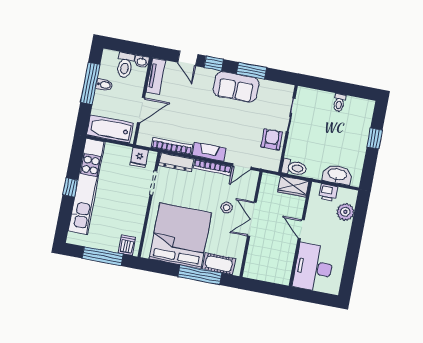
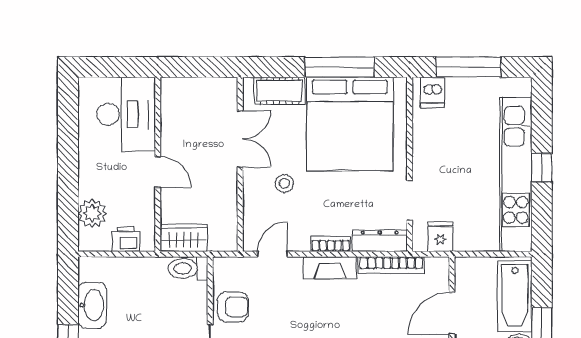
bathtub: (110, 129) -> (515, 296), moved, turned 90
armchair: (272, 139) -> (233, 307), turned -89
bookcase: (212, 167) -> (331, 244), width x0.64
washbasin: (337, 175) -> (92, 305), moved, turned -90
double door: (252, 219) -> (240, 139), moved
window: (200, 275) -> (339, 67), moved

